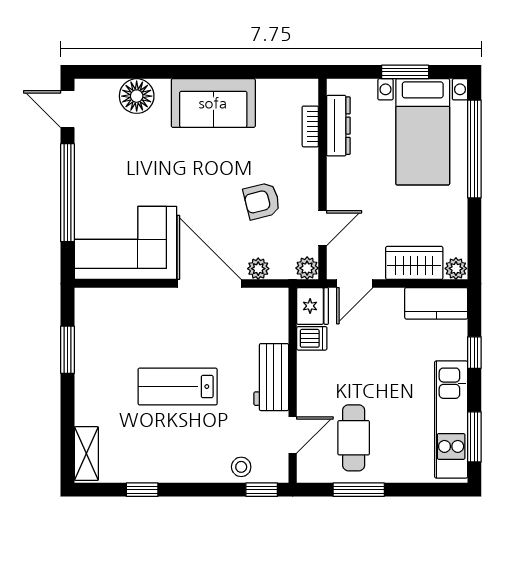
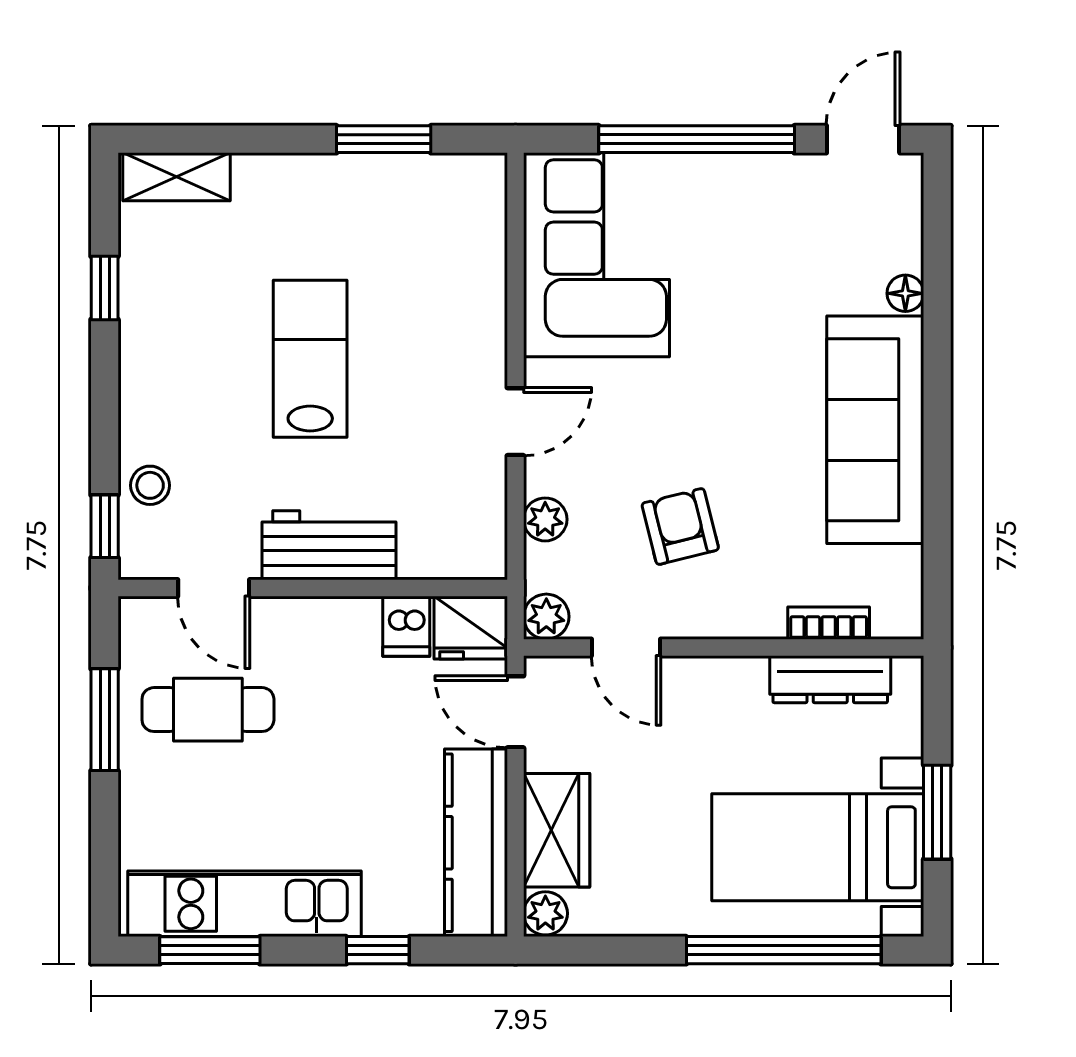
floor lamp: (137, 96) -> (905, 293), width x0.53, depth x0.53
sofa: (213, 103) -> (875, 430), width x1.36
door: (209, 284) -> (515, 422), width x0.53
kitchen counter: (436, 303) -> (476, 843), width x1.50

